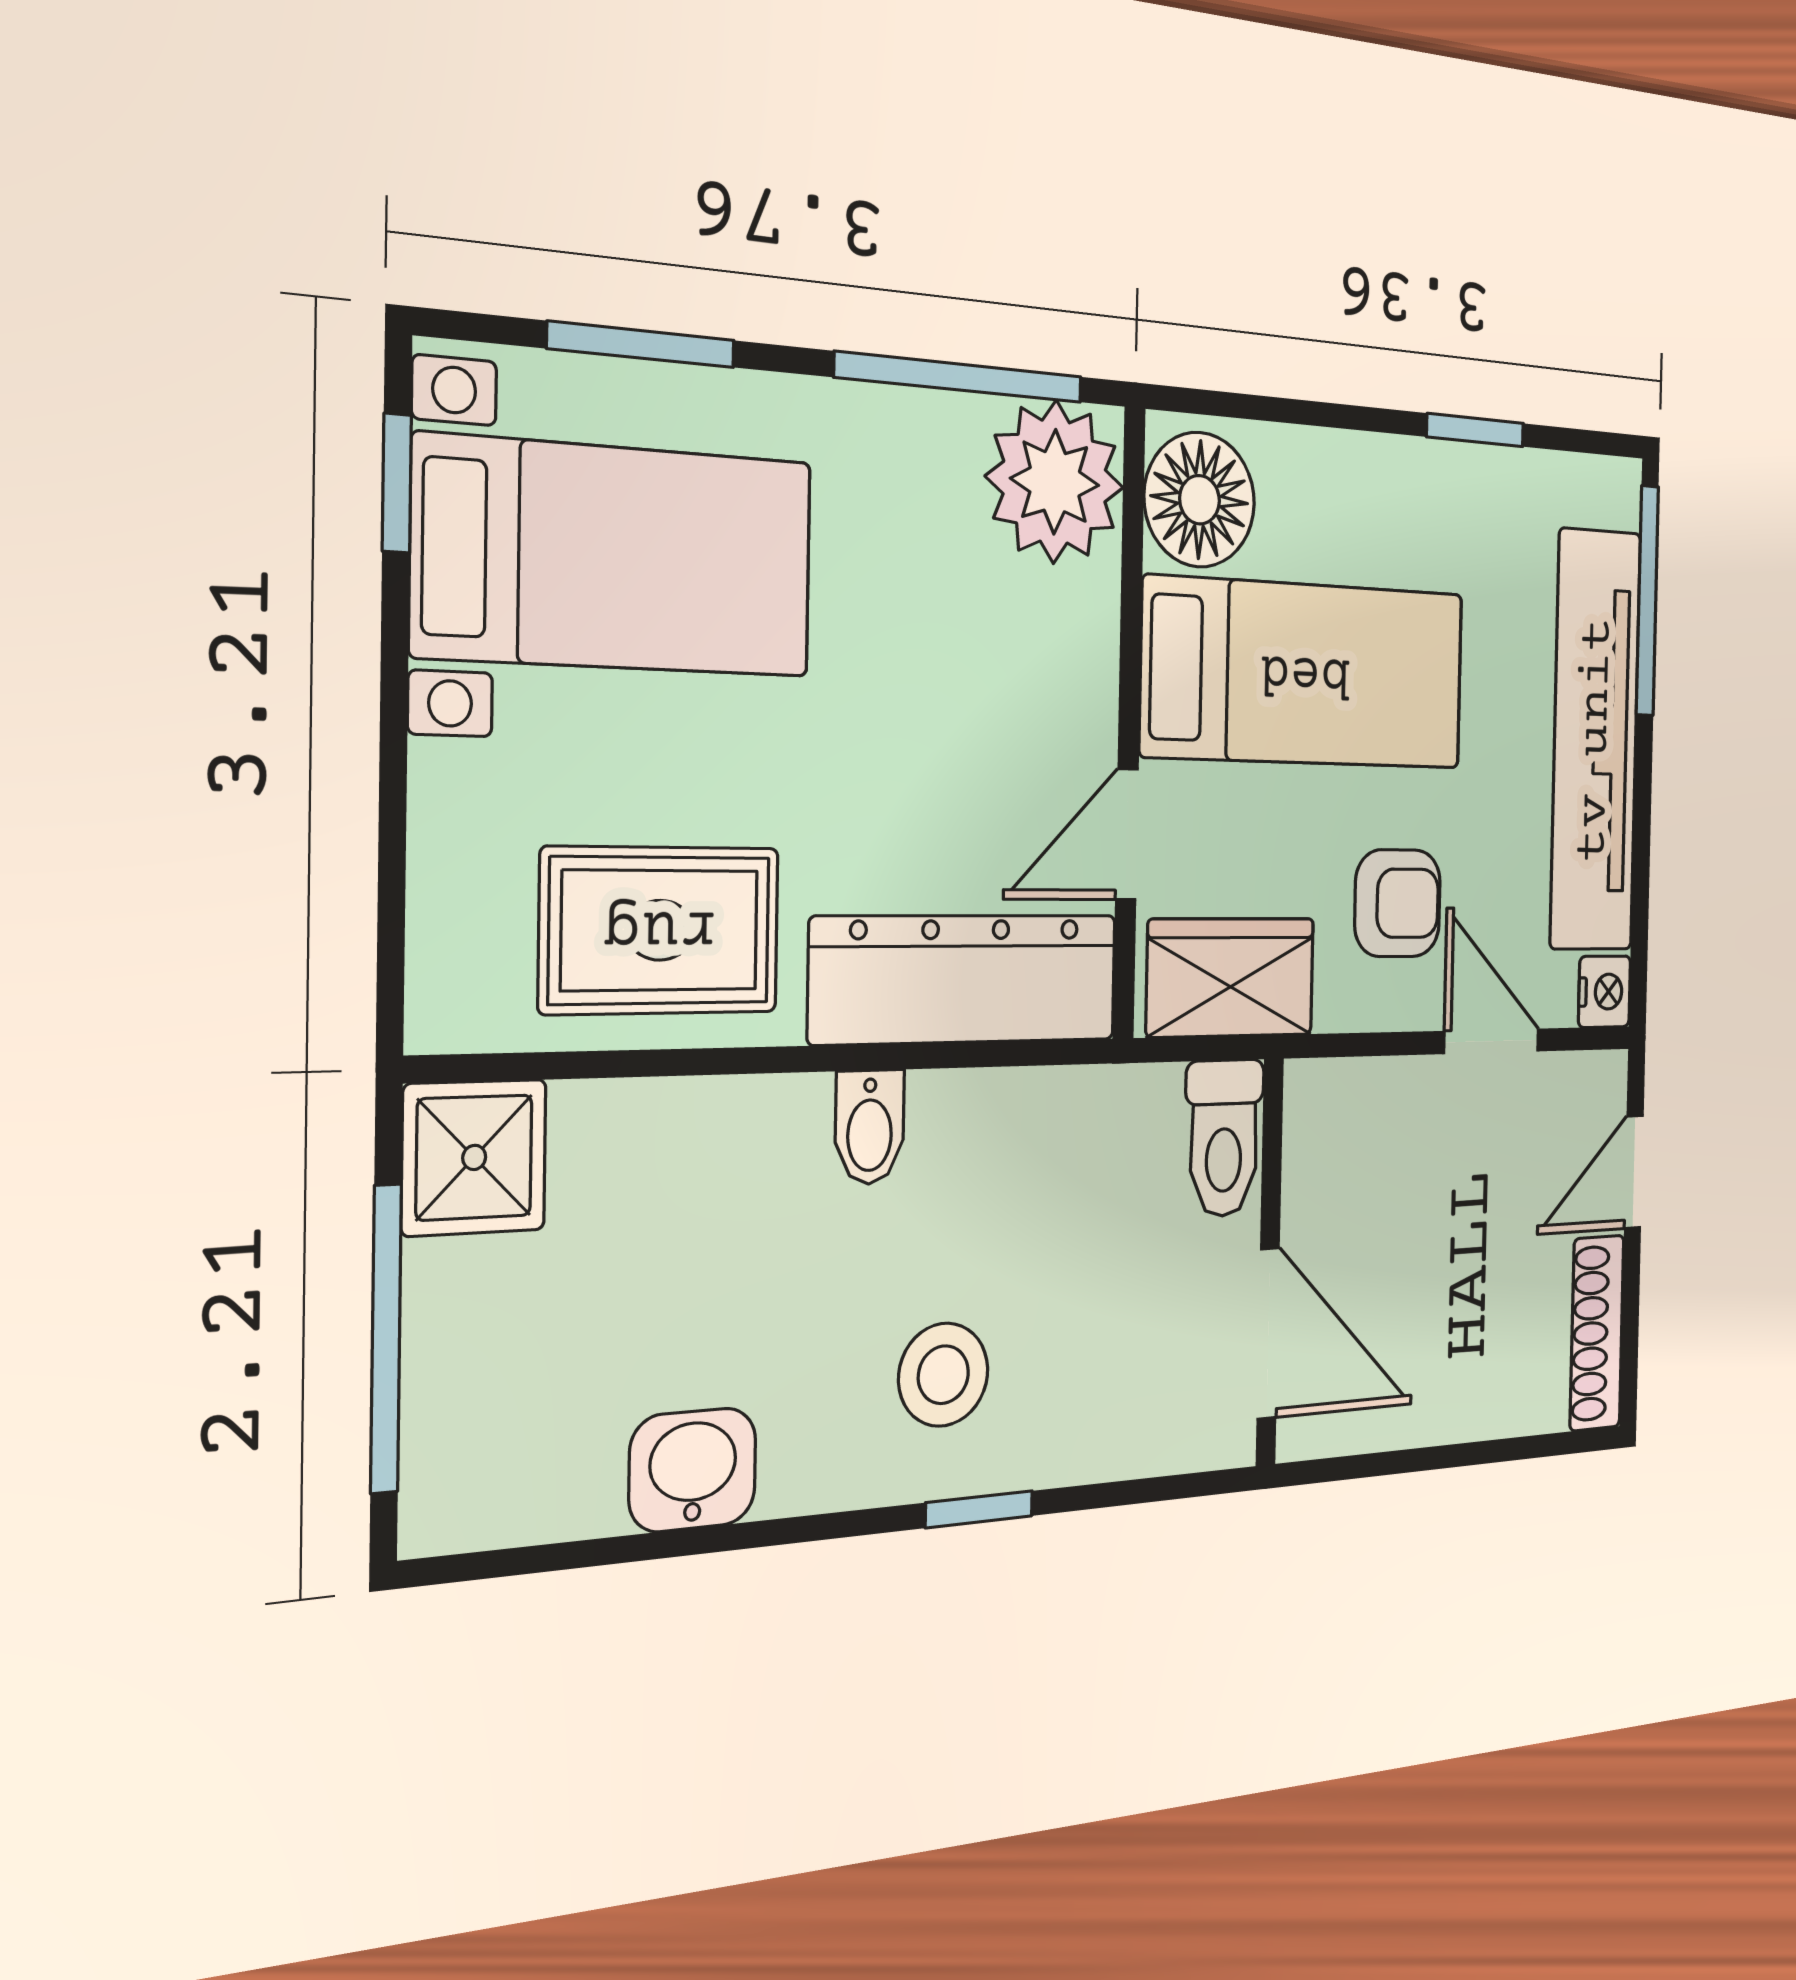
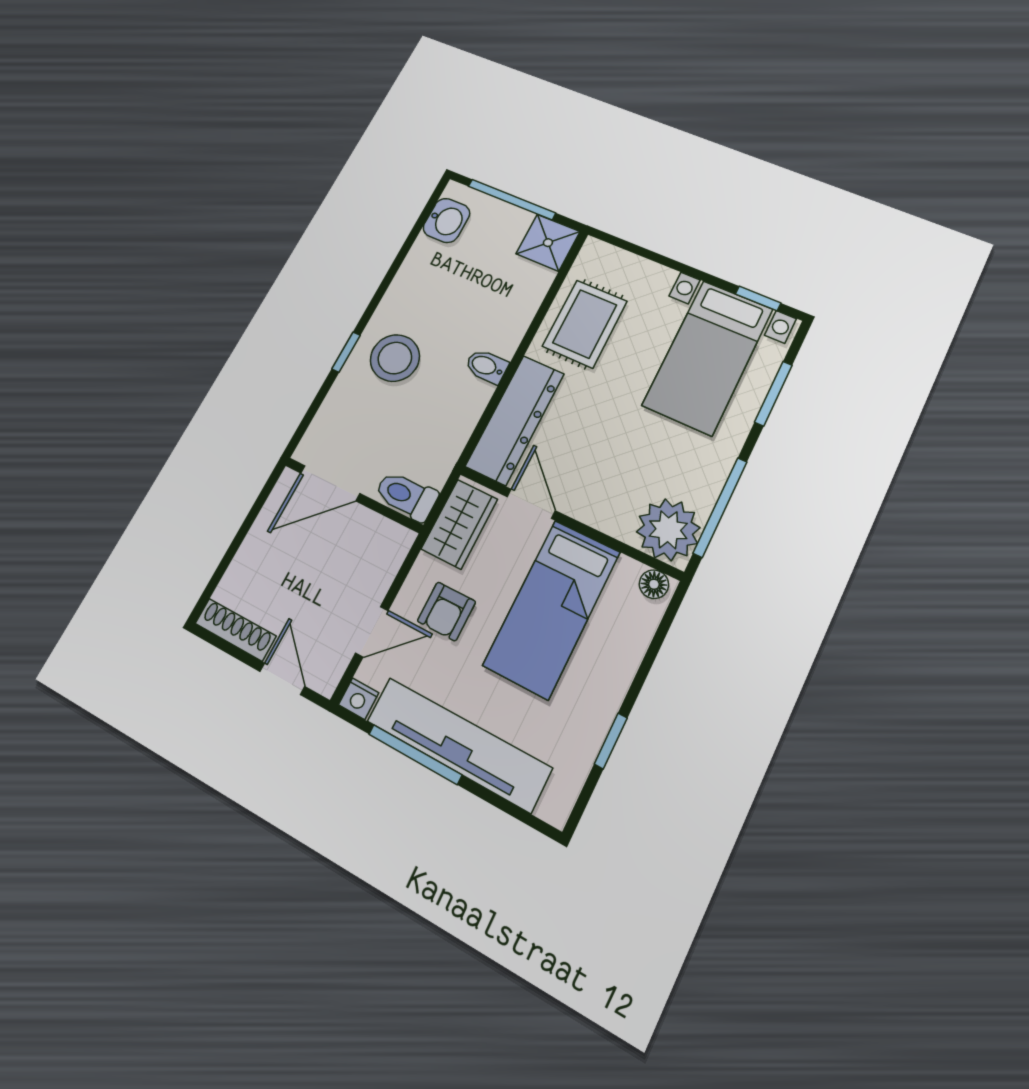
floor lamp: (1199, 500) -> (654, 584), width x0.53, depth x0.53
window: (1647, 601) -> (415, 754), moved
stool: (943, 1375) -> (395, 358), width x1.38, depth x1.38
washbasin: (693, 1470) -> (446, 220), moved

